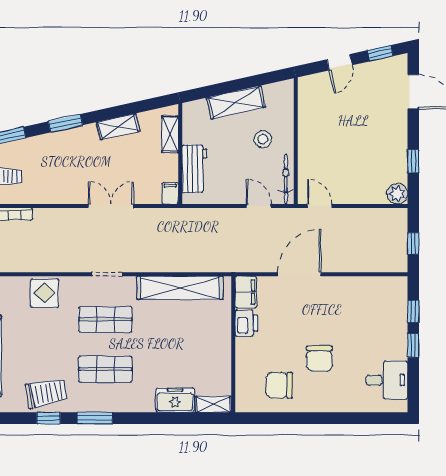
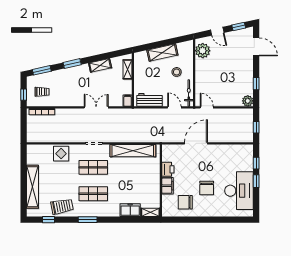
door: (340, 62) -> (217, 31), hinge flipped
plant: (312, 99) -> (203, 51), added
workbench: (194, 169) -> (150, 100), moved, turned -90
filing cabinet: (246, 292) -> (168, 186), moved
desk: (387, 380) -> (239, 191), width x1.87, depth x1.30
window: (49, 418) -> (49, 220), moved

